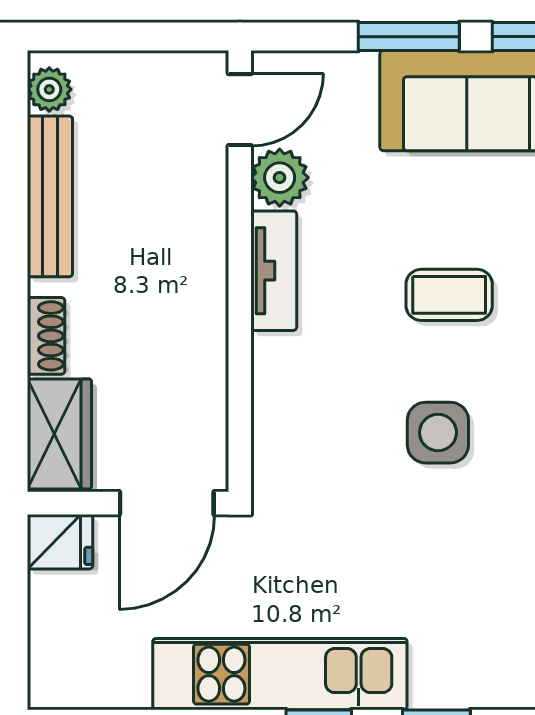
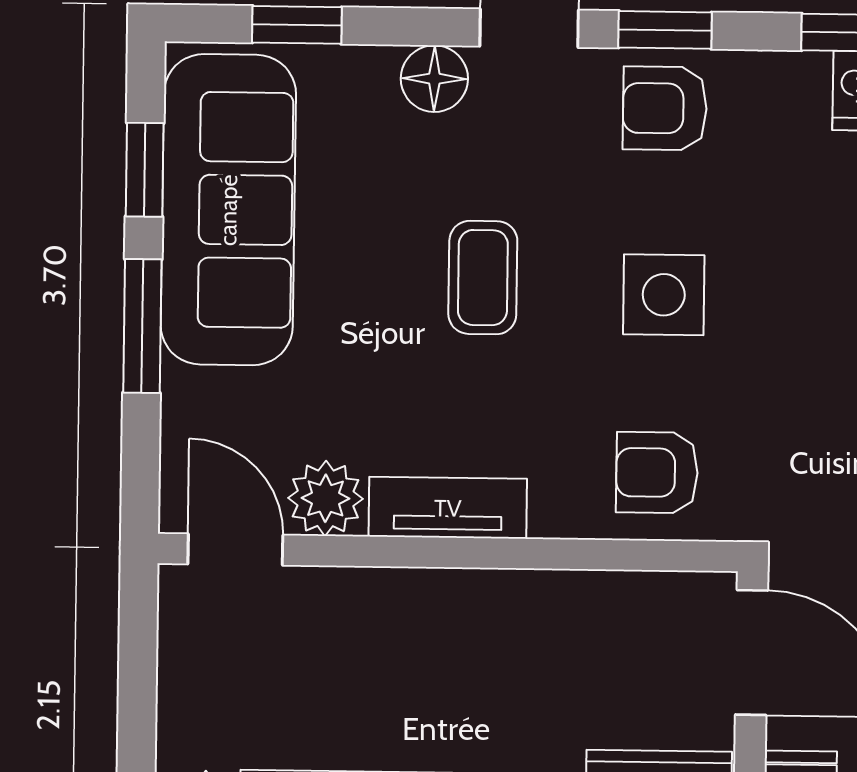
armchair: (303, 429) -> (657, 473), added

